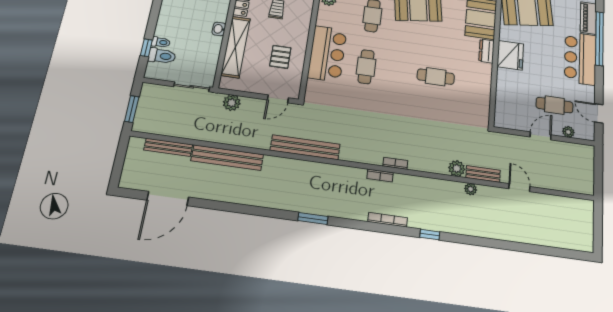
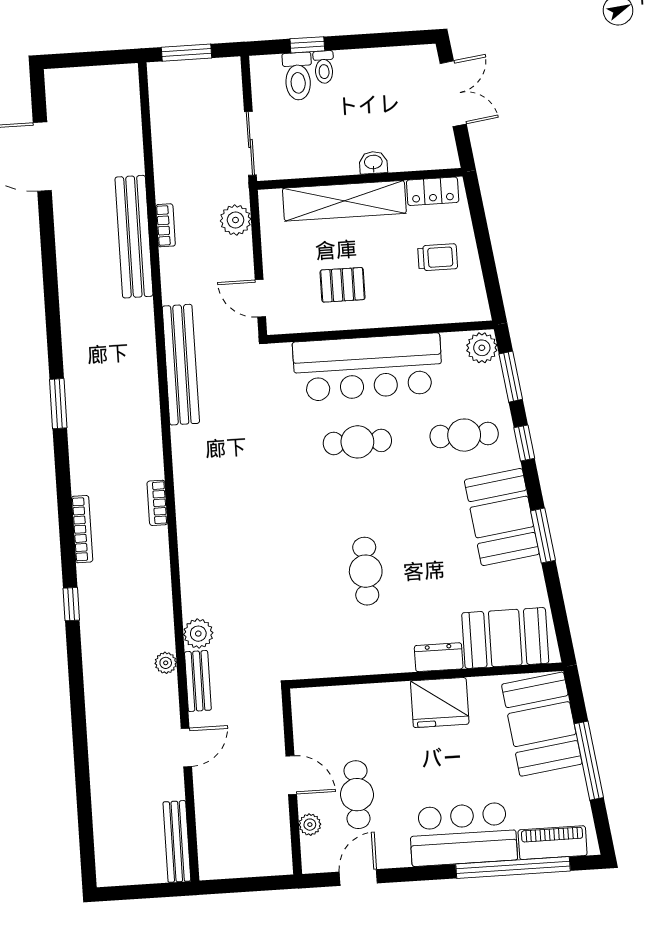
bar counter: (327, 54) -> (368, 367), width x1.36
bench: (168, 147) -> (177, 841), moved
bookcase: (395, 163) -> (165, 225), moved

